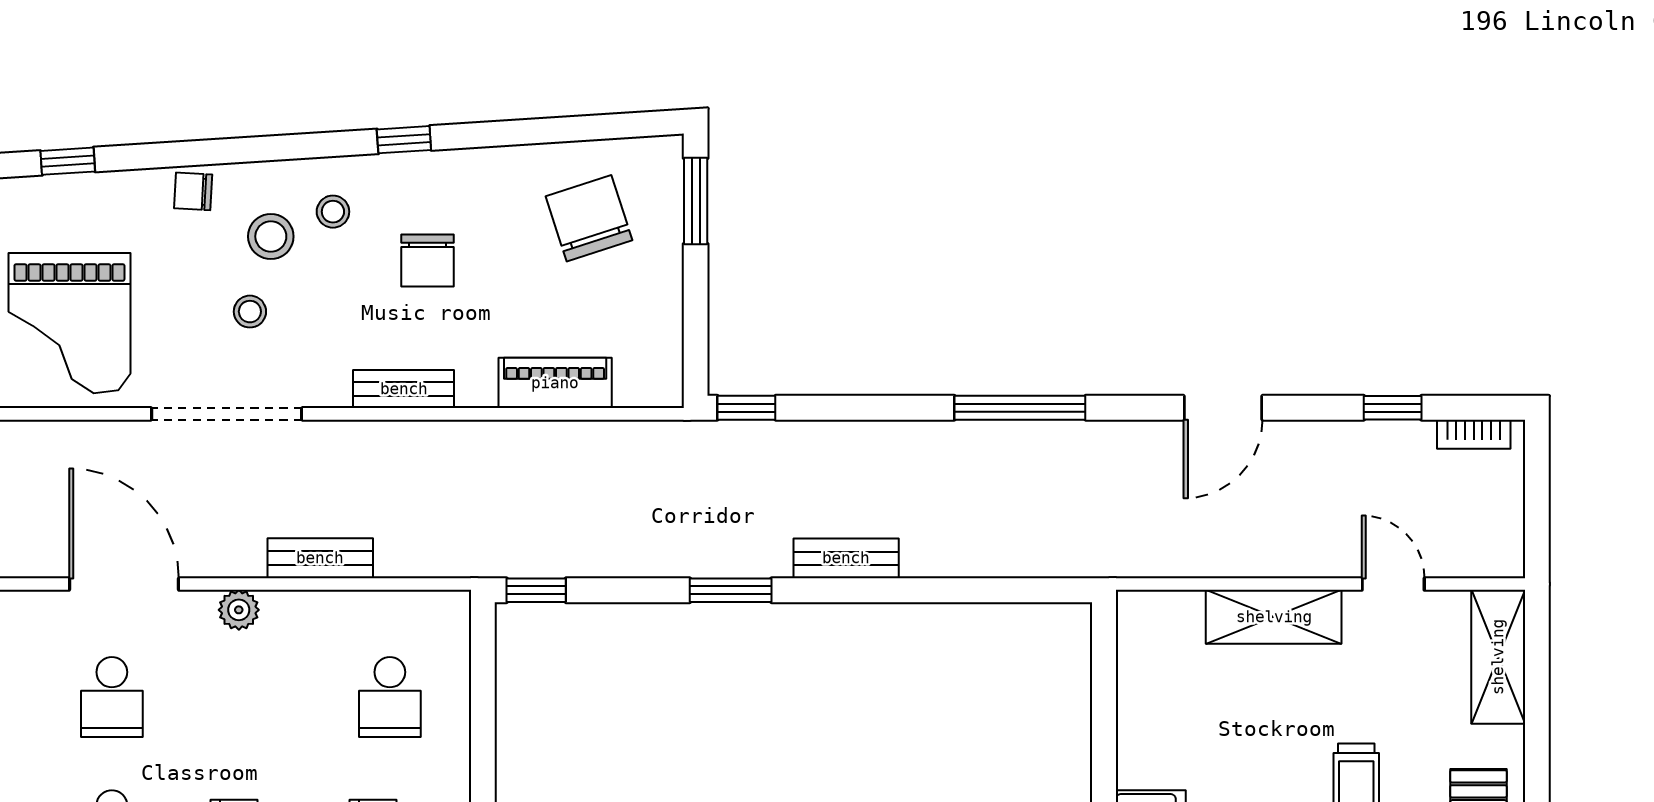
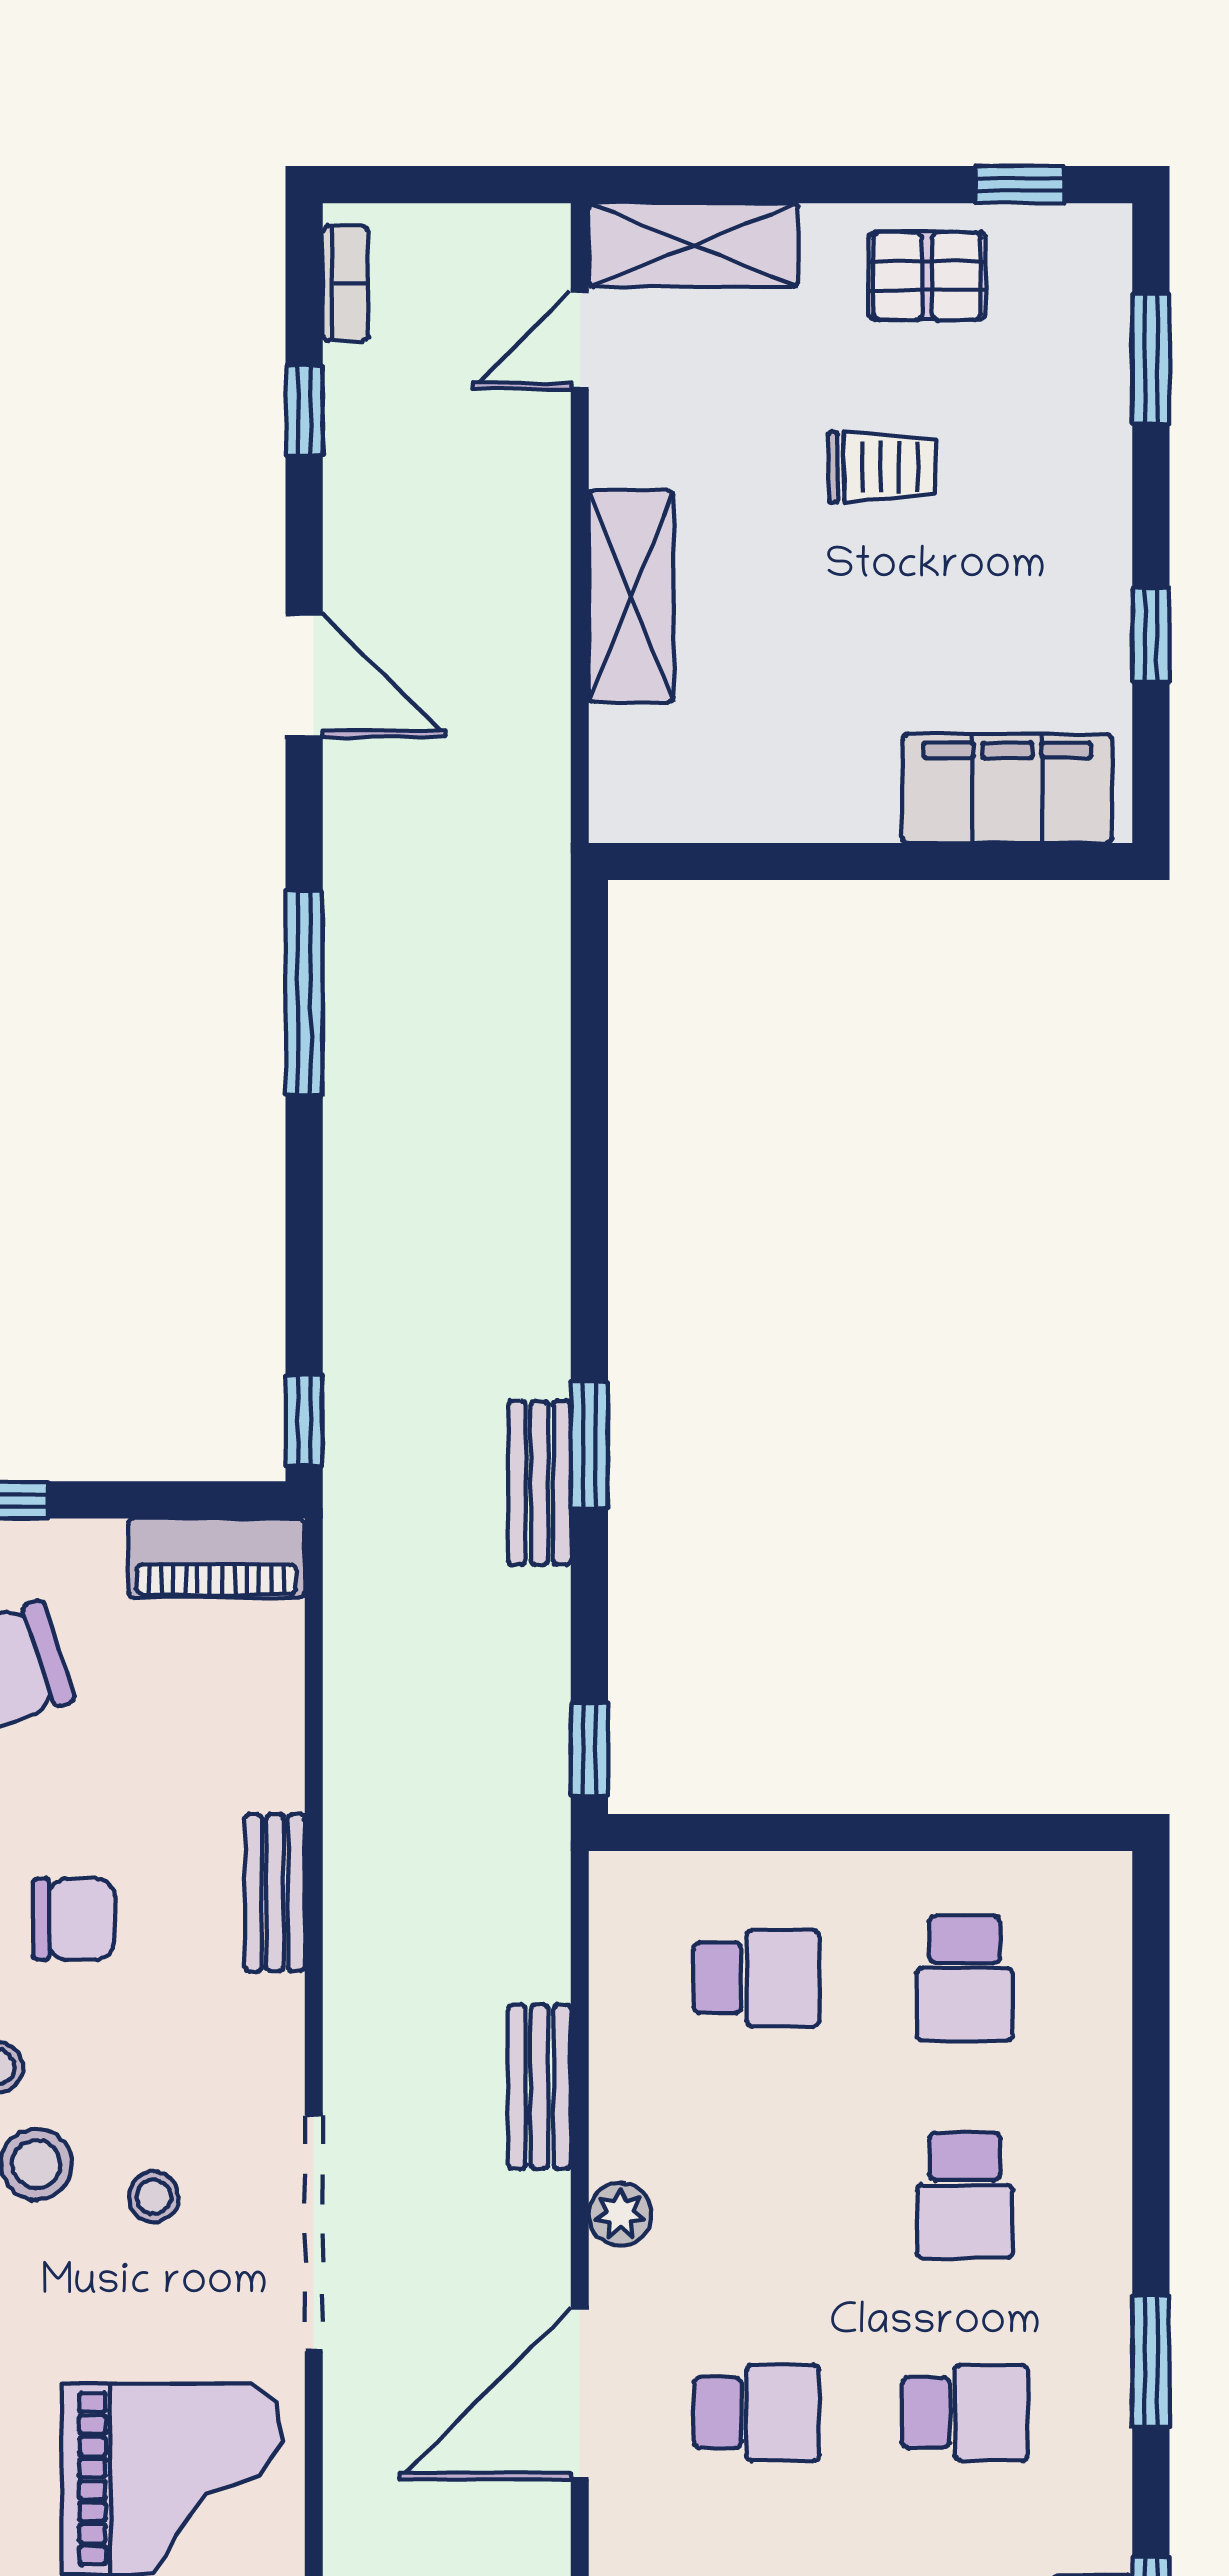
piano: (555, 383) -> (216, 1558), moved, turned -90
bench: (404, 389) -> (275, 1893), moved
bench: (846, 558) -> (540, 1483), moved
door: (1393, 584) -> (580, 340), moved

